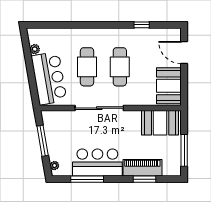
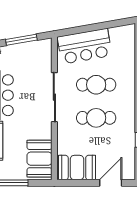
plant: (35, 49) -> (114, 32), removed

